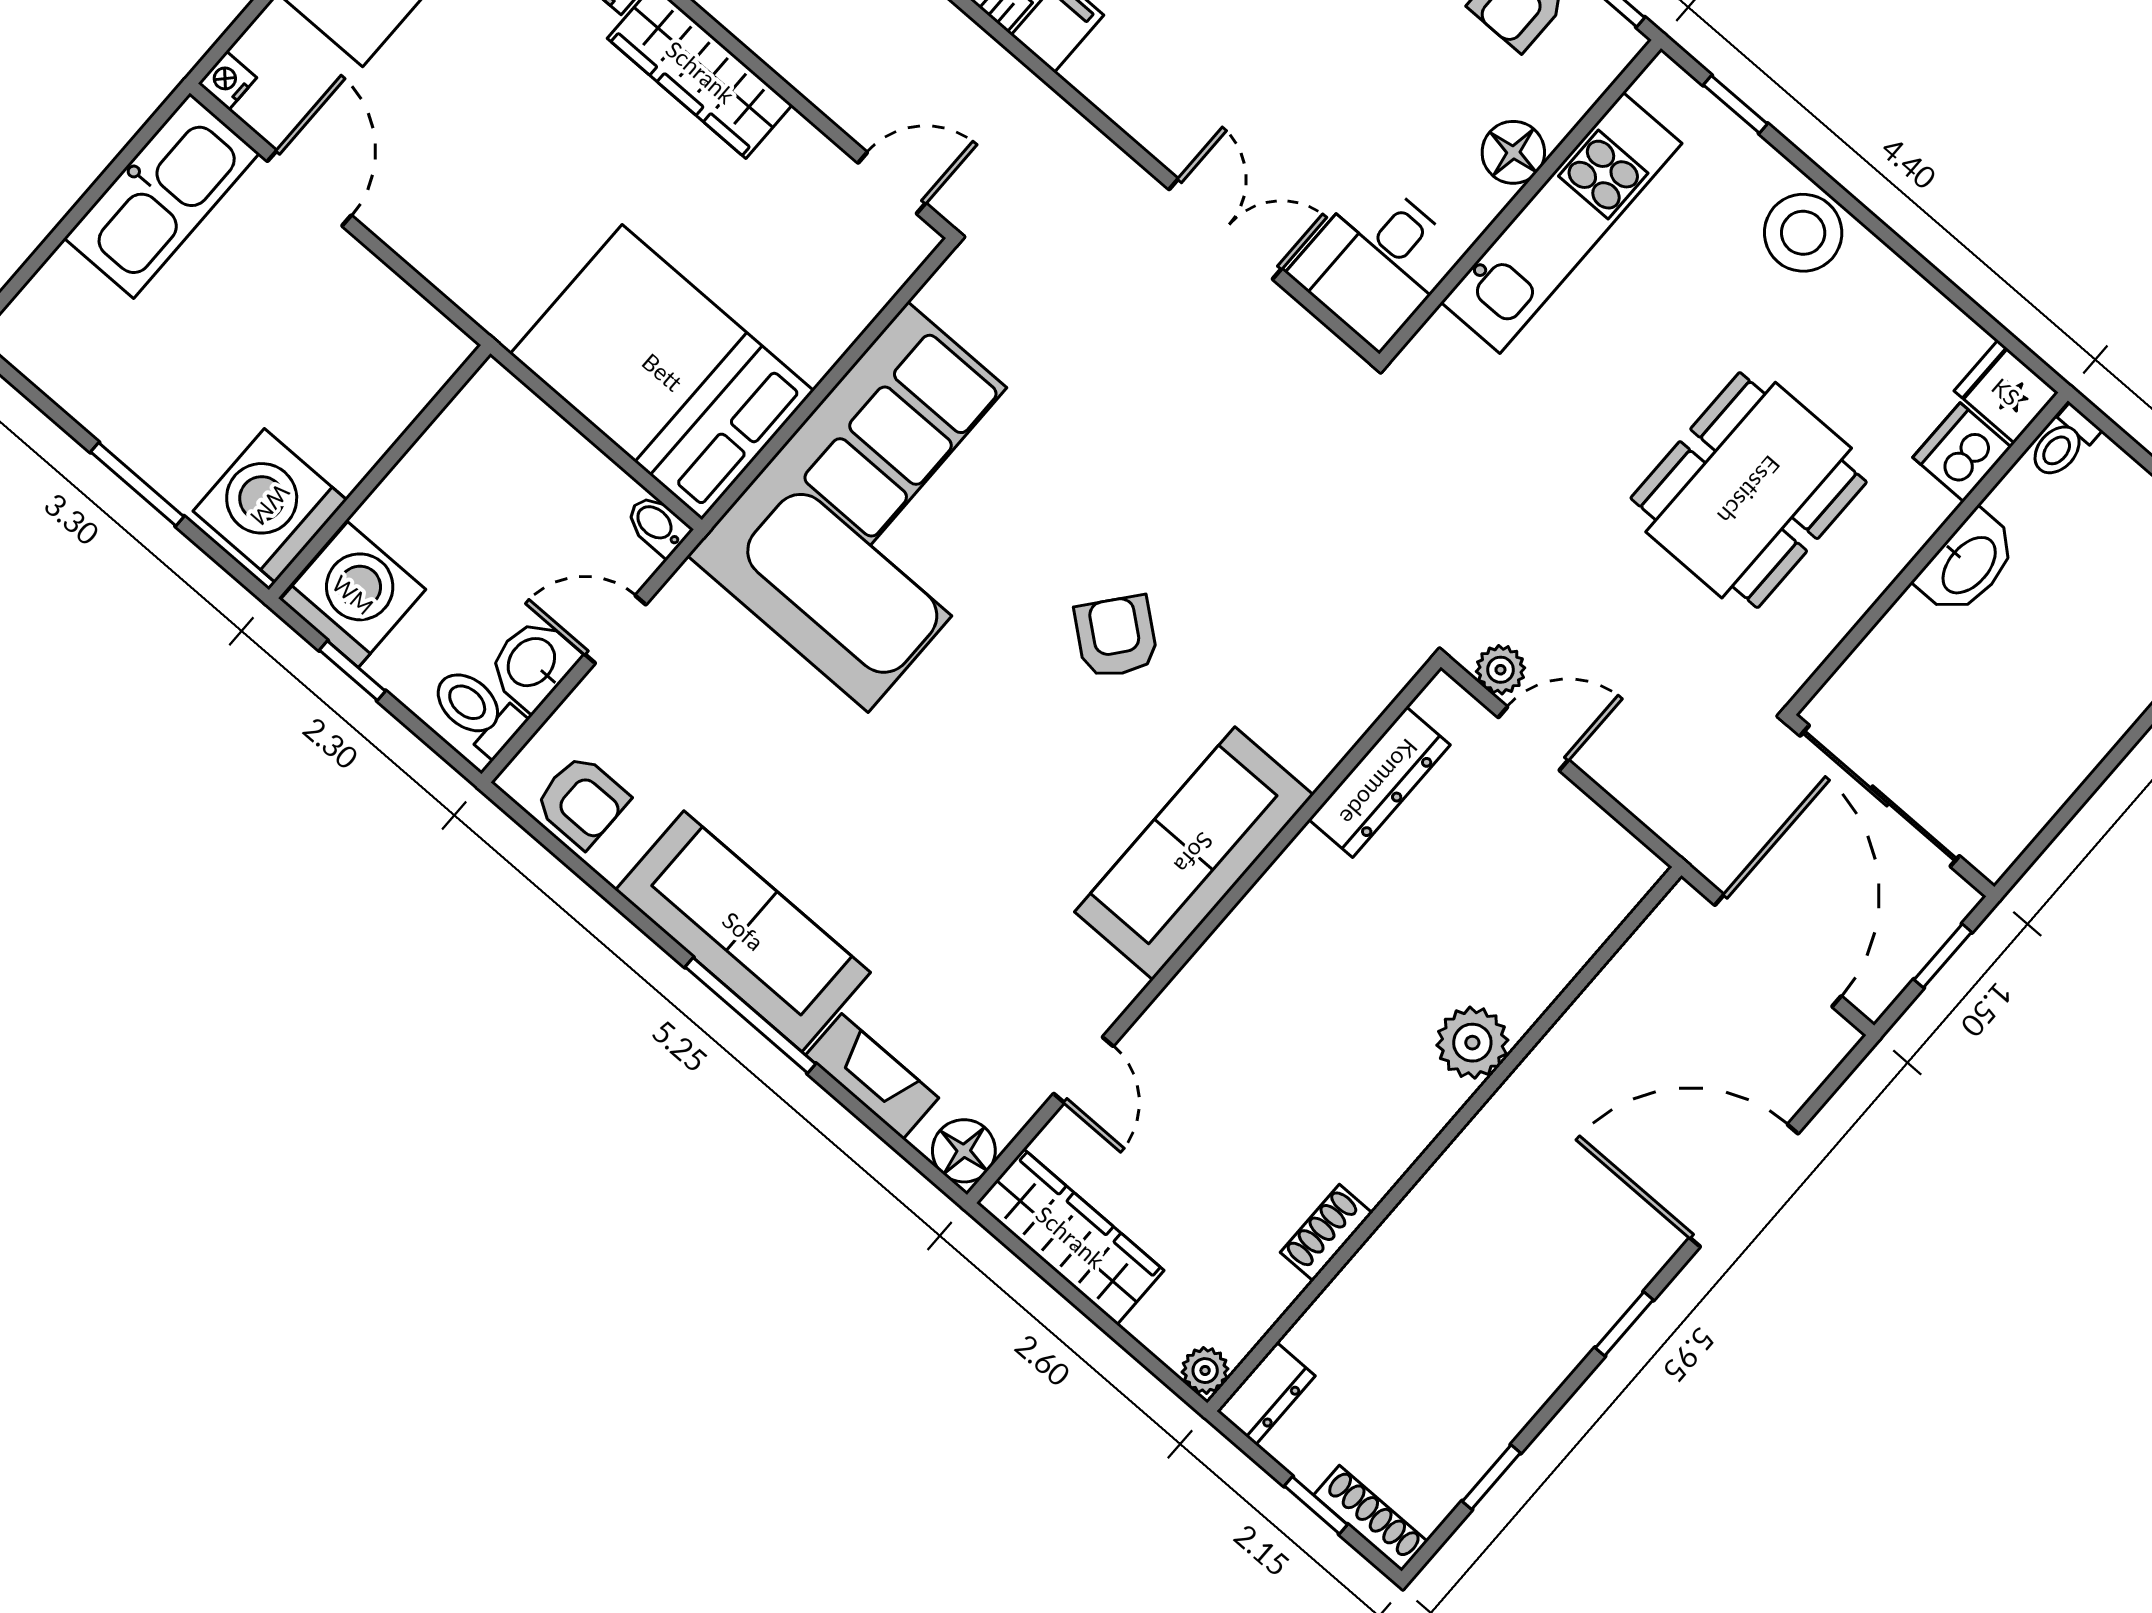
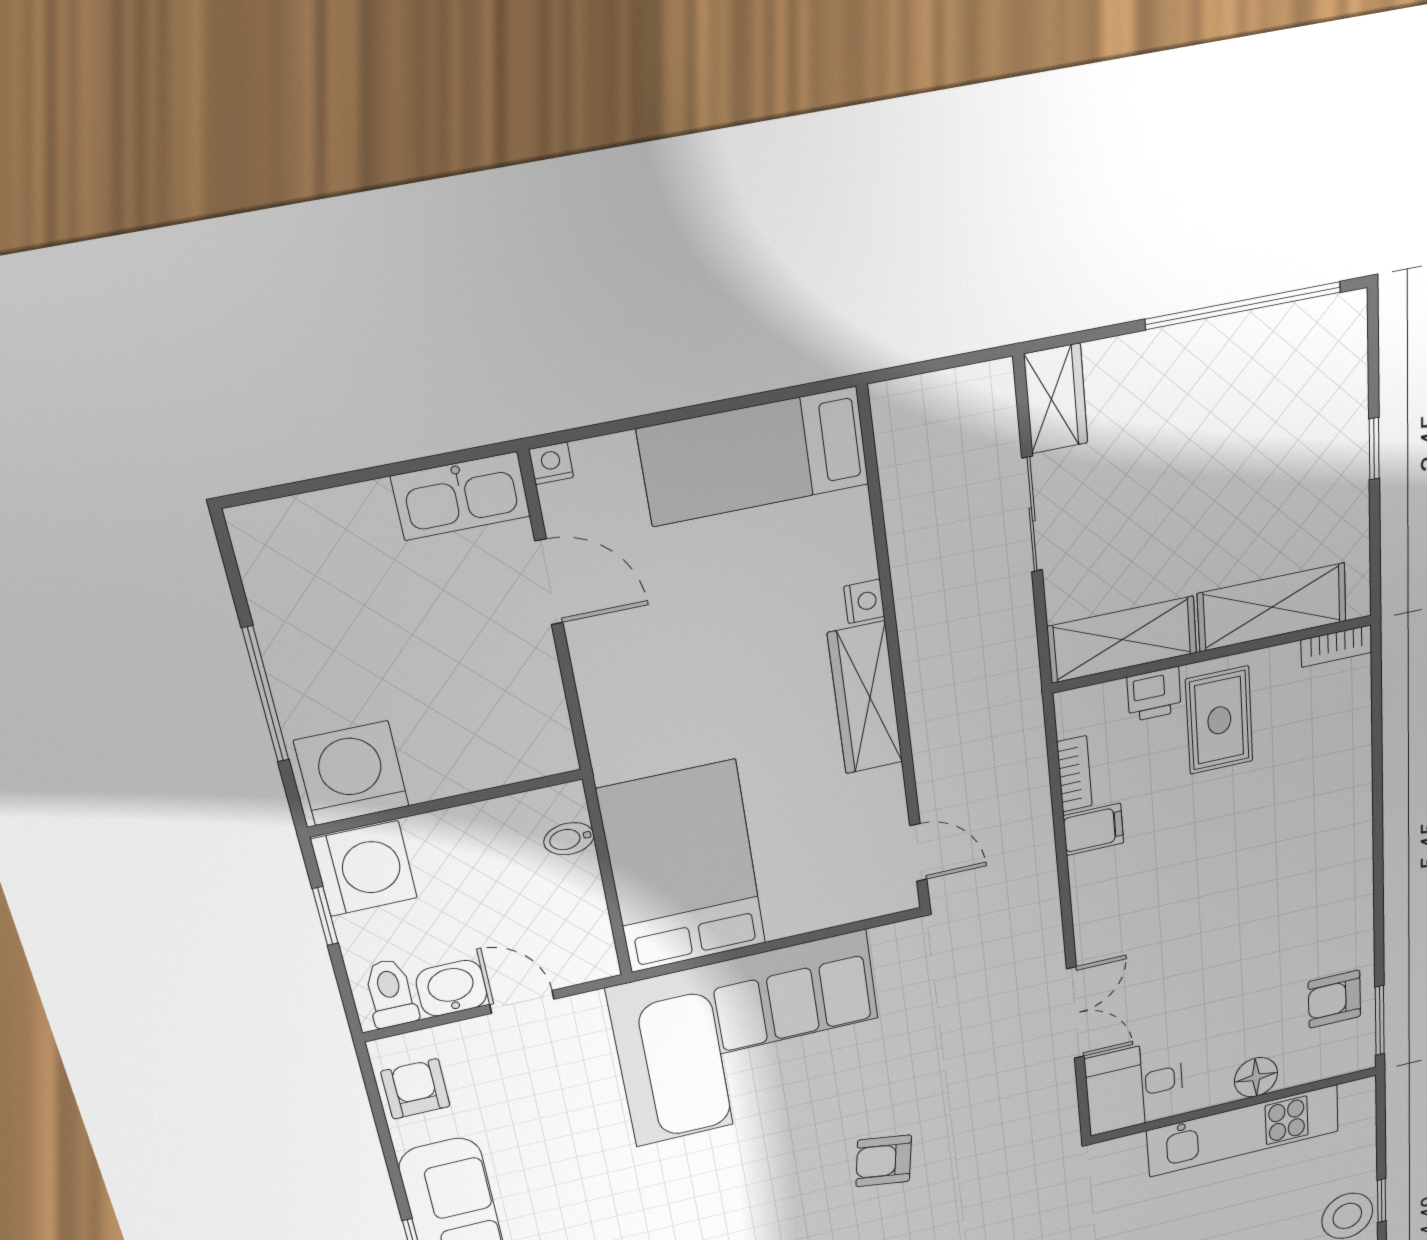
window: (1735, 104) -> (1382, 1201), moved
door: (309, 188) -> (549, 582), hinge flipped
kitchen sink: (162, 196) -> (461, 496), width x0.73, depth x0.81
window: (137, 484) -> (266, 695), width x1.44
bidet: (658, 525) -> (569, 839), moved, turned -90
armchair: (1116, 637) -> (884, 1161), moved, turned -120
armchair: (582, 801) -> (415, 1089), turned 180

